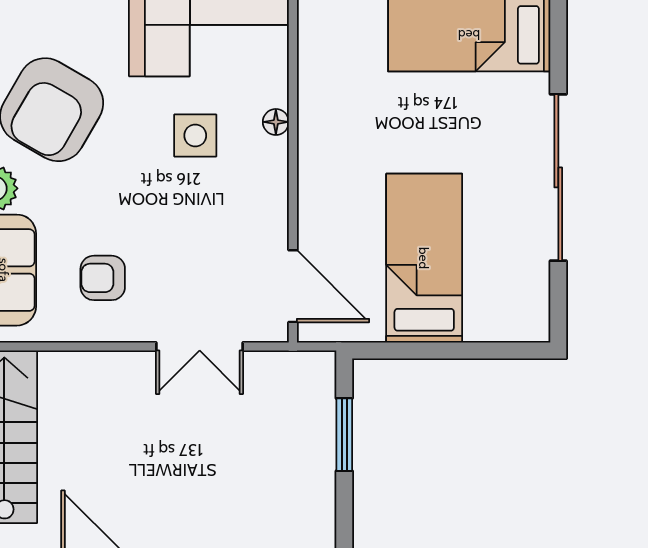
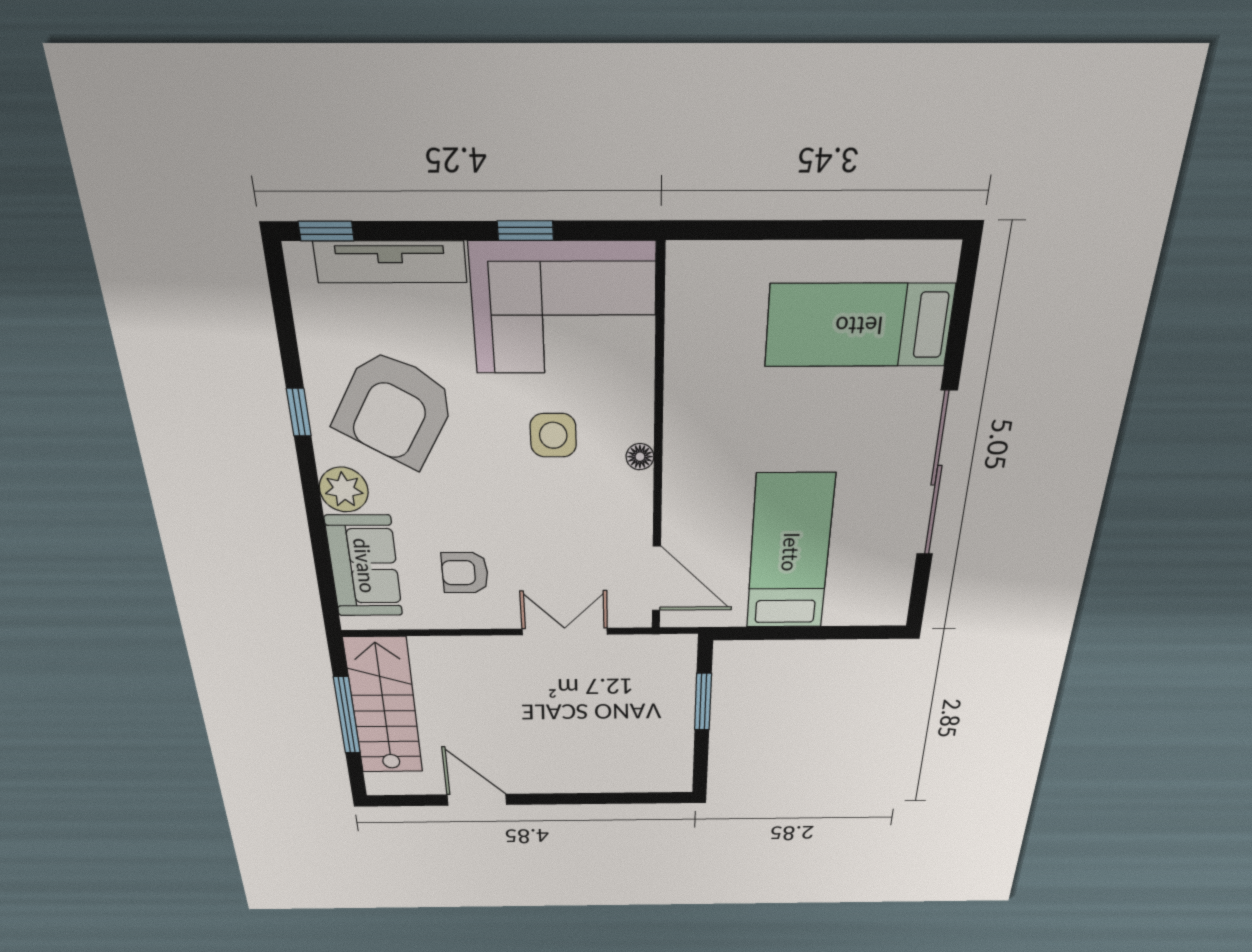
floor lamp: (276, 122) -> (640, 457), moved
double door: (200, 346) -> (565, 632), swing flipped

